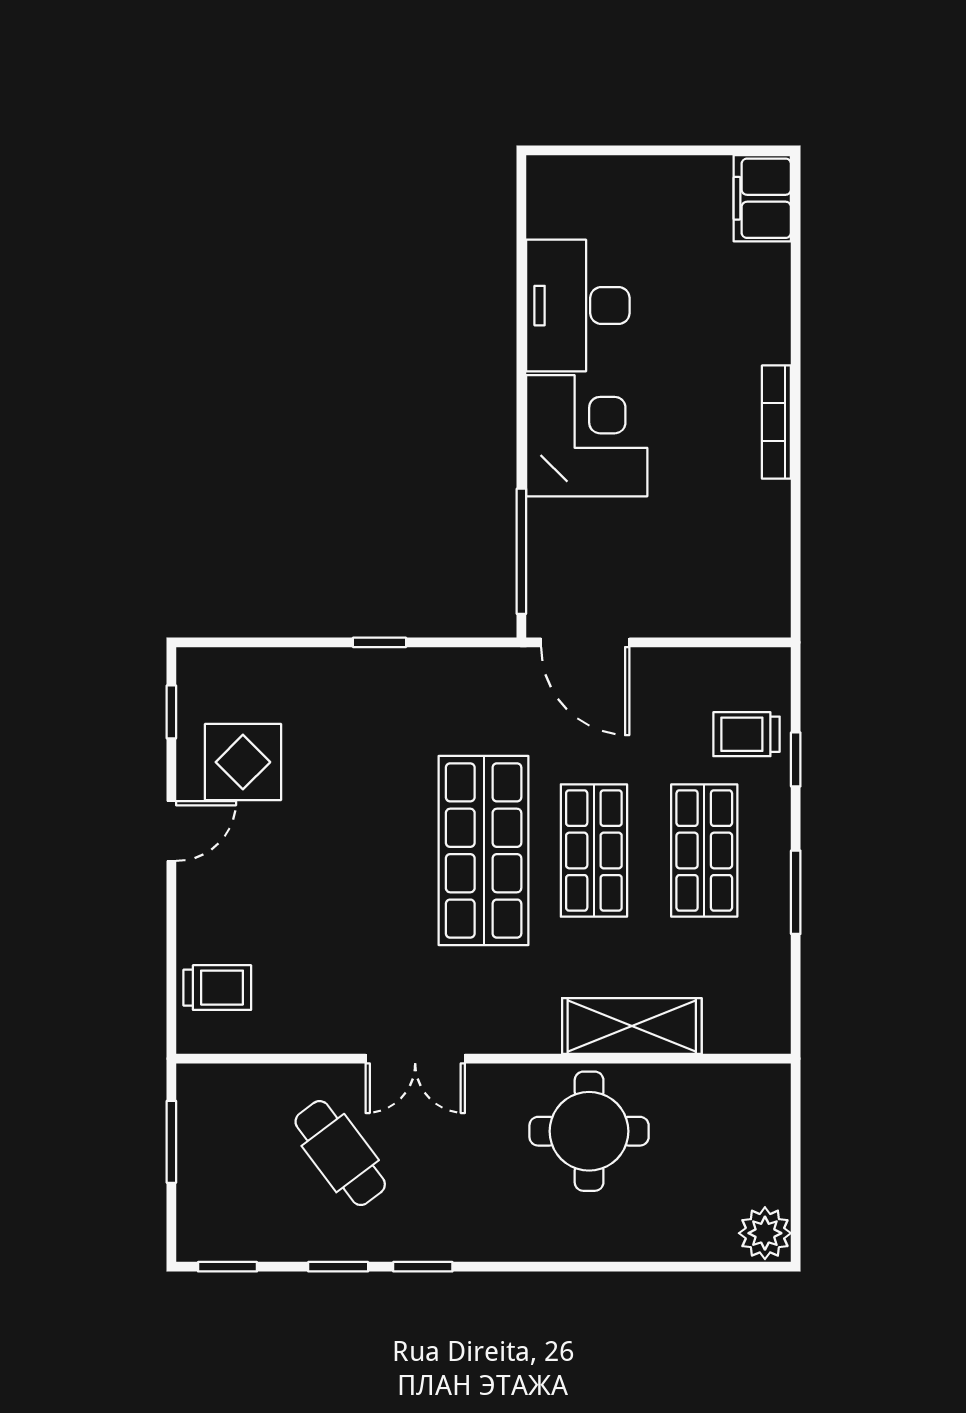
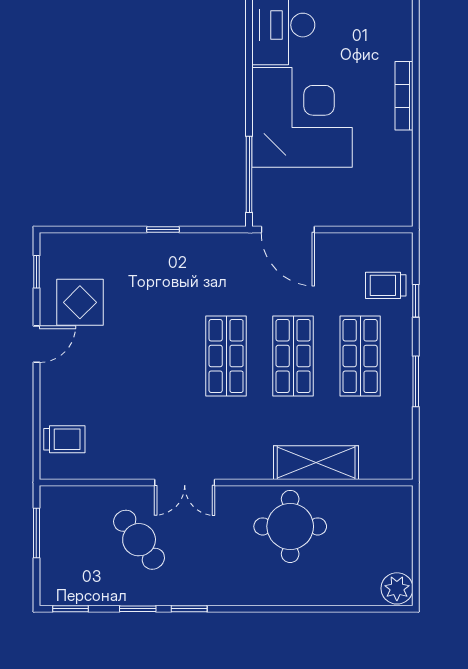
corner desk: (587, 436) -> (302, 117), width x1.36, depth x1.36
shop shelf: (484, 850) -> (226, 356), width x0.70, depth x0.74

